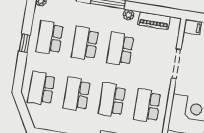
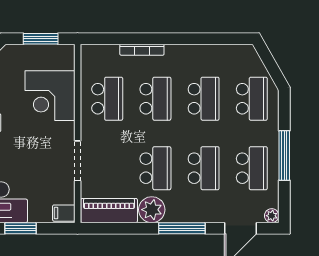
plant: (128, 15) -> (152, 210), width x1.88, depth x1.88
piano: (154, 21) -> (109, 211), width x1.37, depth x1.33
window: (25, 43) -> (284, 156), width x2.17

